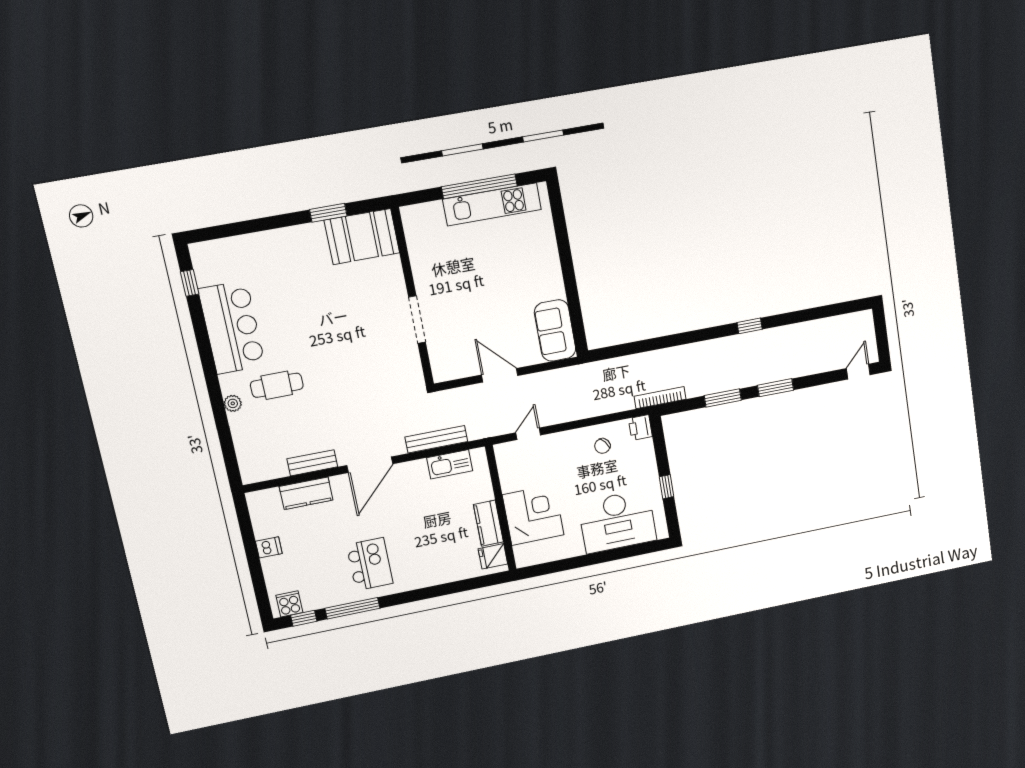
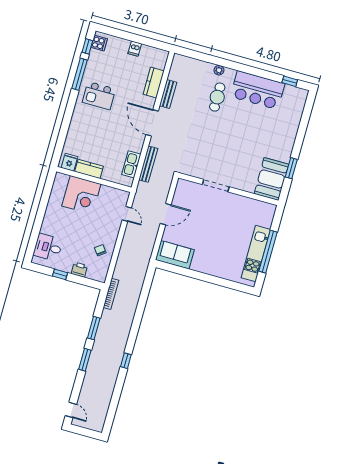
printer: (640, 428) -> (79, 270), moved
desk: (617, 521) -> (48, 247), width x0.53, depth x0.77

